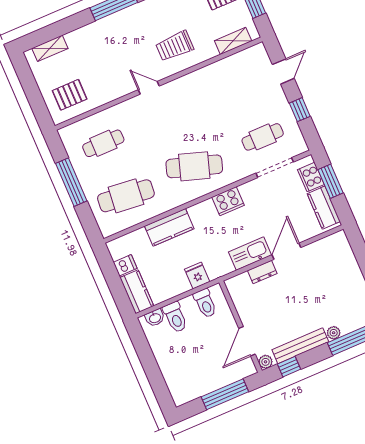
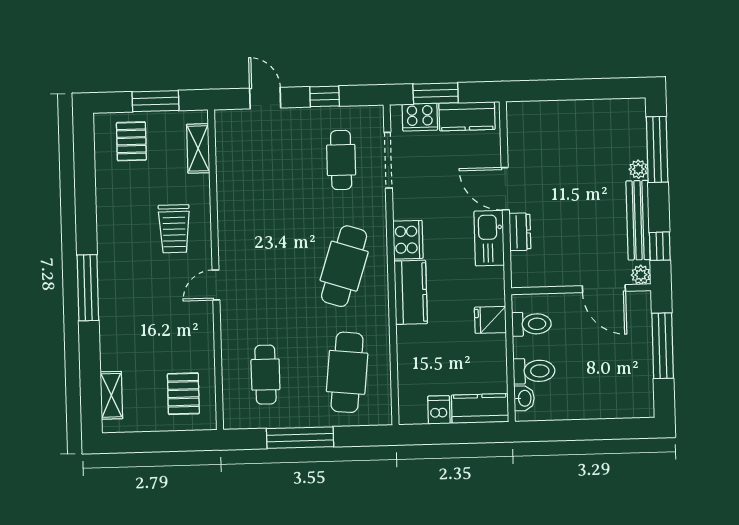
kitchen counter: (169, 227) -> (411, 292), moved

